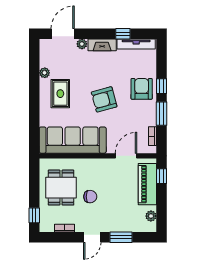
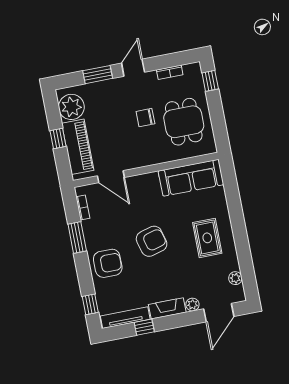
plant: (45, 73) -> (235, 278), moved
window: (161, 86) -> (90, 304), moved
armchair: (142, 89) -> (108, 263), turned -90
sofa: (73, 140) -> (191, 178), width x0.74, depth x0.79
door: (126, 156) -> (111, 177), hinge flipped
window: (161, 176) -> (58, 138), moved
plant: (151, 216) -> (71, 107), width x1.88, depth x1.88

